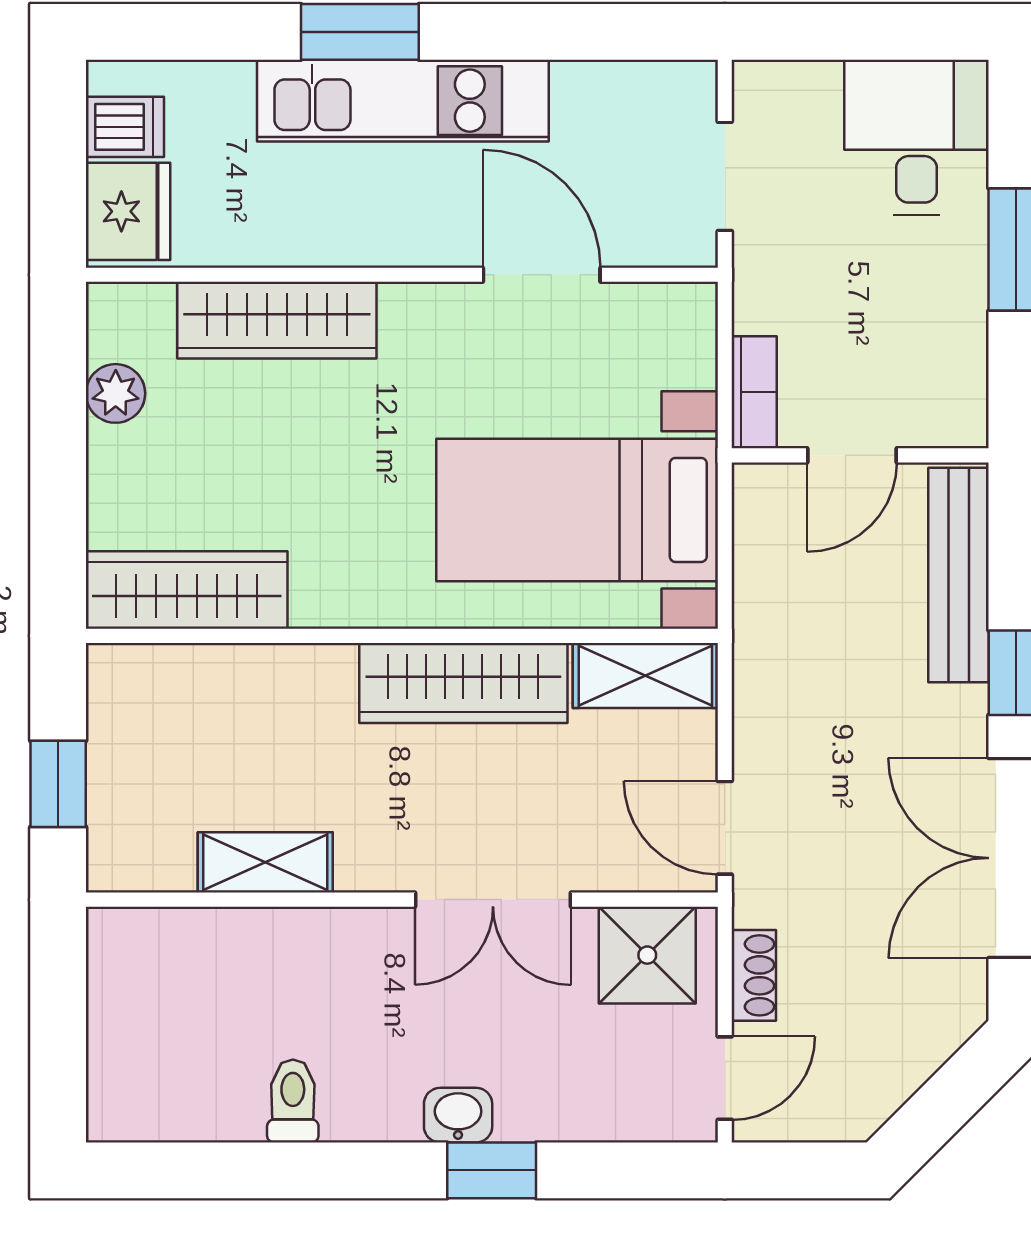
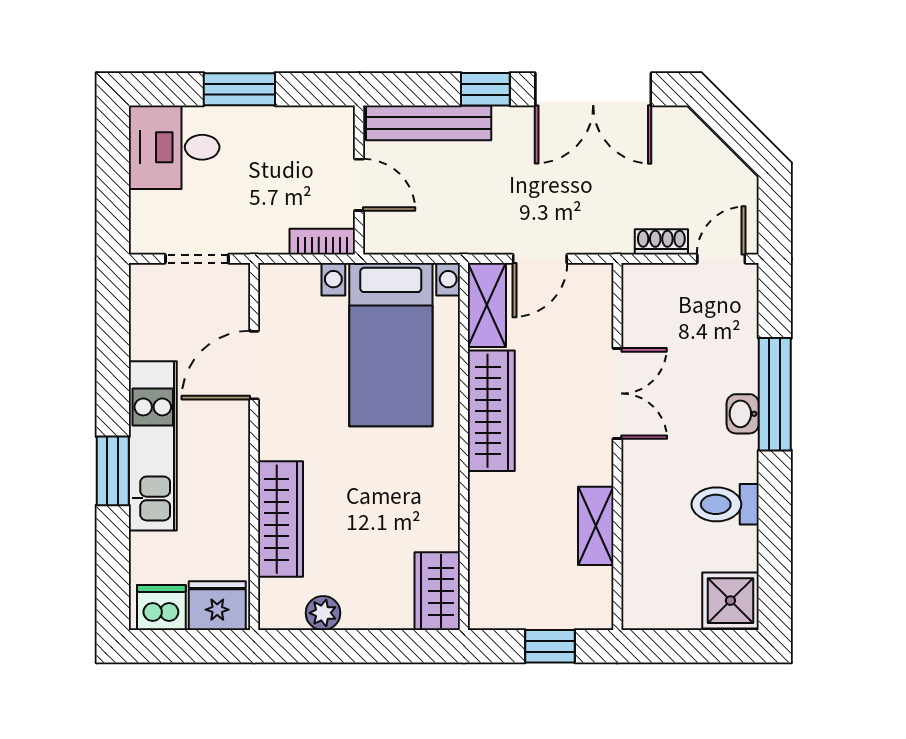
dishwasher: (125, 127) -> (161, 607), width x1.38
wardrobe: (187, 590) -> (437, 591), width x0.67
door: (725, 828) -> (540, 259), moved
shower: (647, 955) -> (730, 601), moved
door: (725, 1078) -> (721, 259), hinge flipped
toilet: (293, 1101) -> (725, 504), width x1.37, depth x1.39
window: (492, 1170) -> (775, 394), width x2.17

